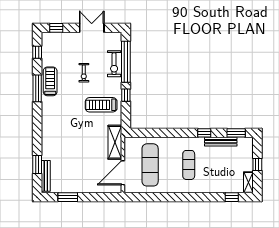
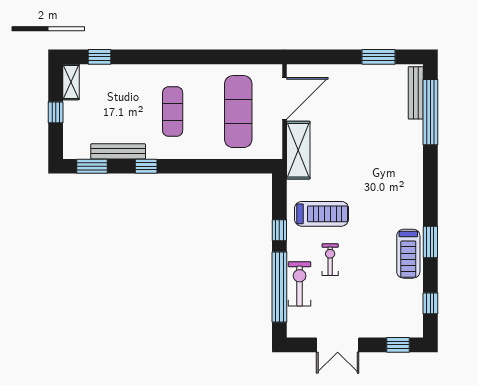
exercise bike: (84, 73) -> (330, 260), moved
window: (37, 88) -> (430, 242), width x0.69
window: (37, 165) -> (430, 112), width x2.11

